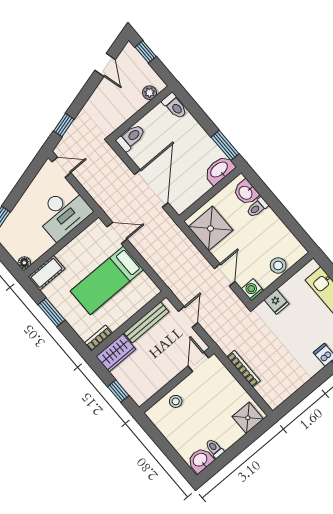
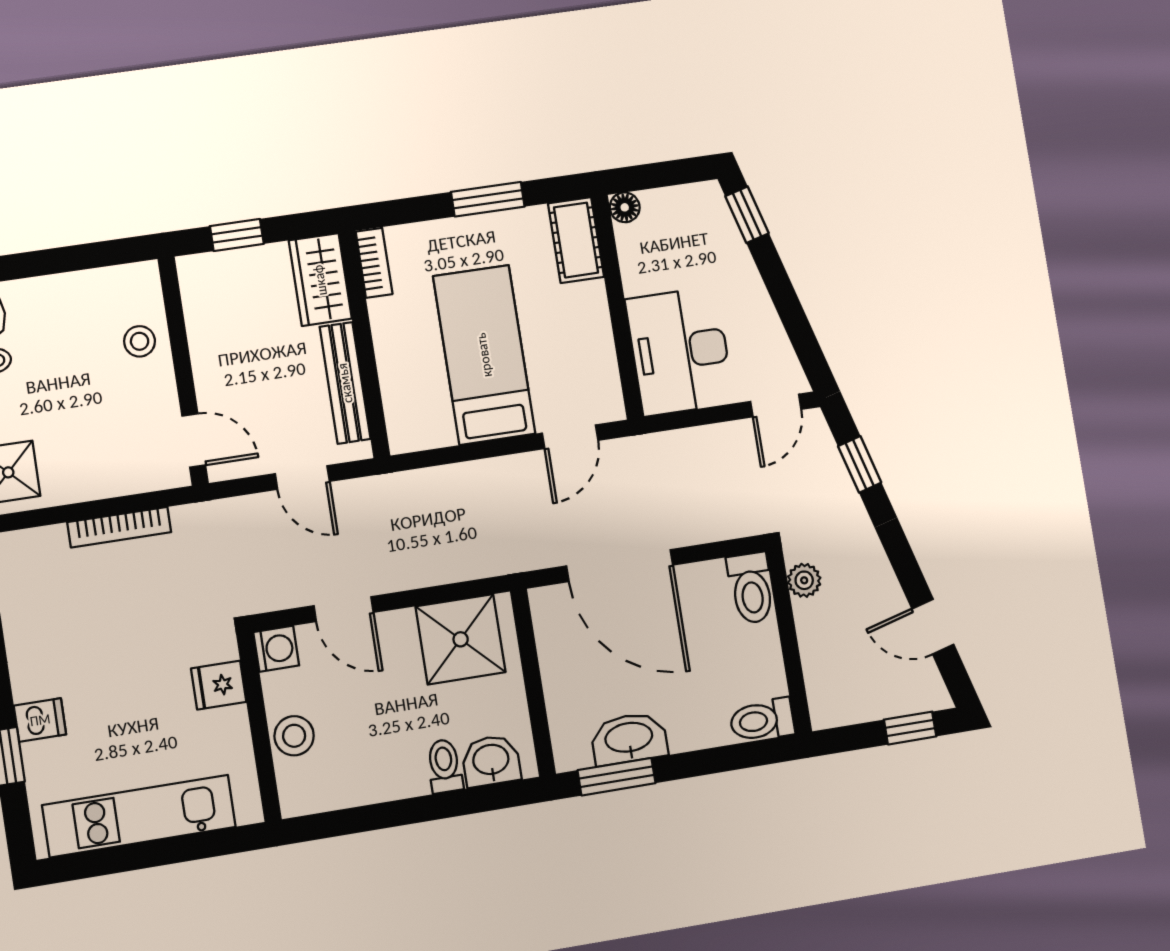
plant: (149, 93) -> (804, 580), moved
washbasin: (219, 170) -> (629, 739), moved, turned -90

